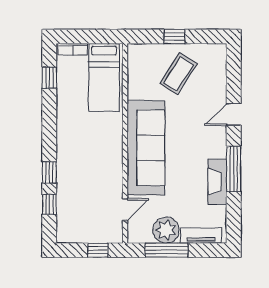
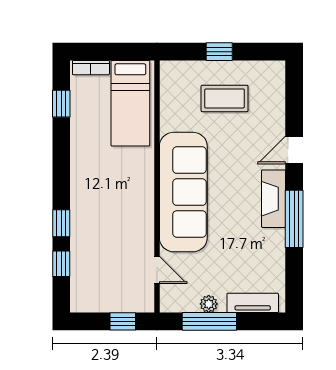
coffee table: (179, 74) -> (225, 98), turned 58
fireplace: (217, 182) -> (273, 199), moved
door: (125, 209) -> (157, 270), hinge flipped
plant: (166, 230) -> (209, 304), width x0.53, depth x0.53

